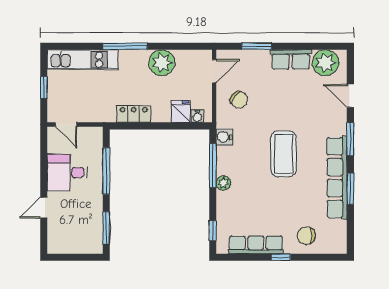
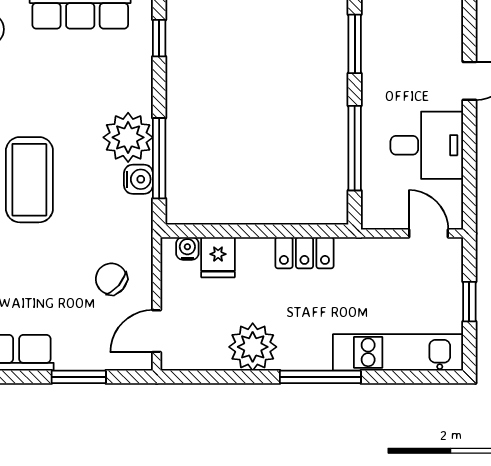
water cooler: (224, 137) -> (138, 179), moved
plant: (223, 183) -> (128, 137), width x1.88, depth x1.88

